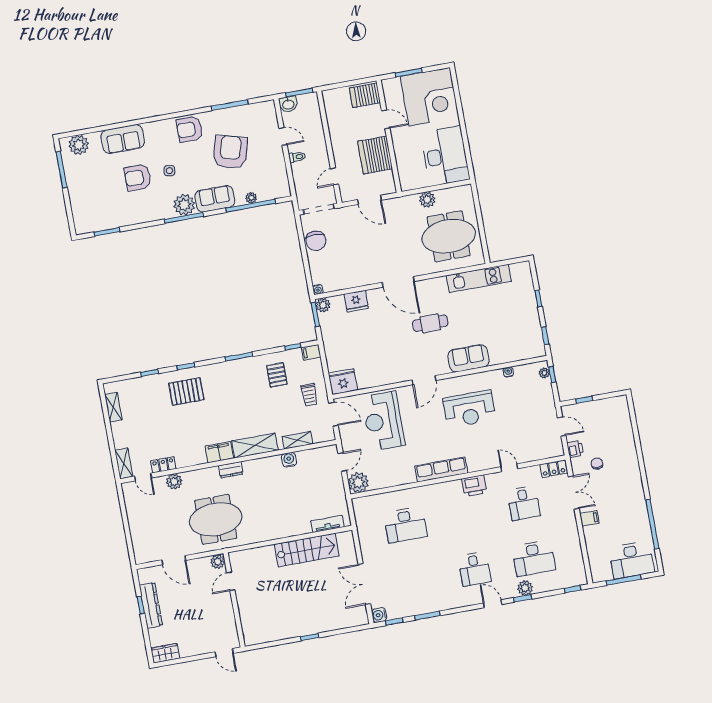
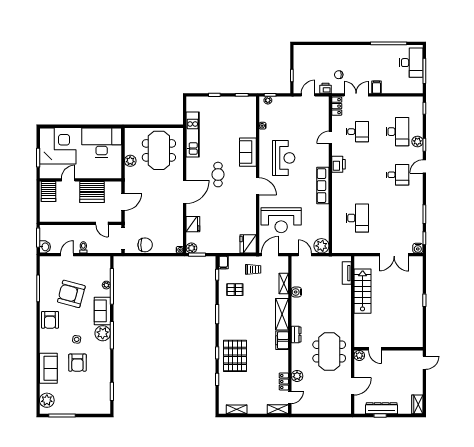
pallet: (186, 391) -> (235, 356), width x1.37, depth x1.41

